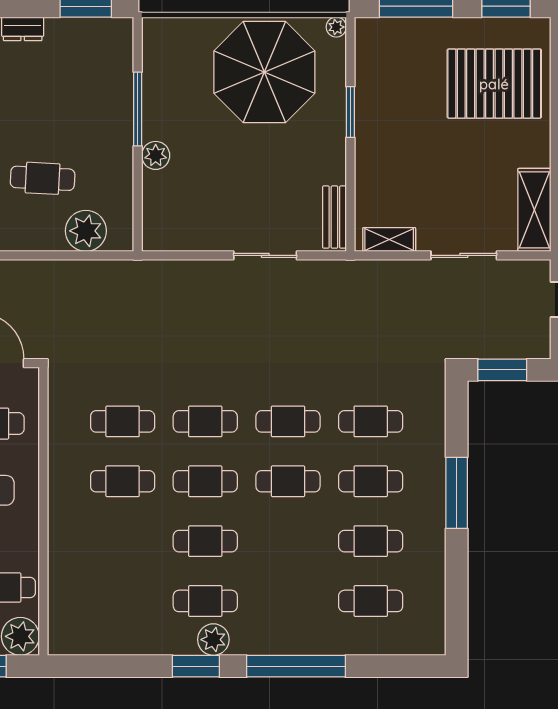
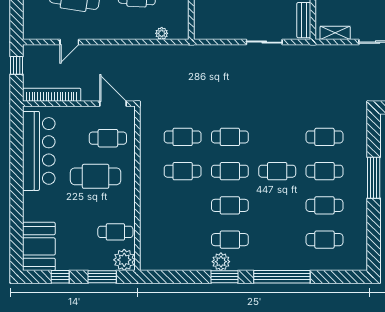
plant: (86, 231) -> (162, 33), width x0.53, depth x0.53
cafe table: (288, 421) -> (277, 137), removed
plant: (213, 640) -> (221, 262), moved

